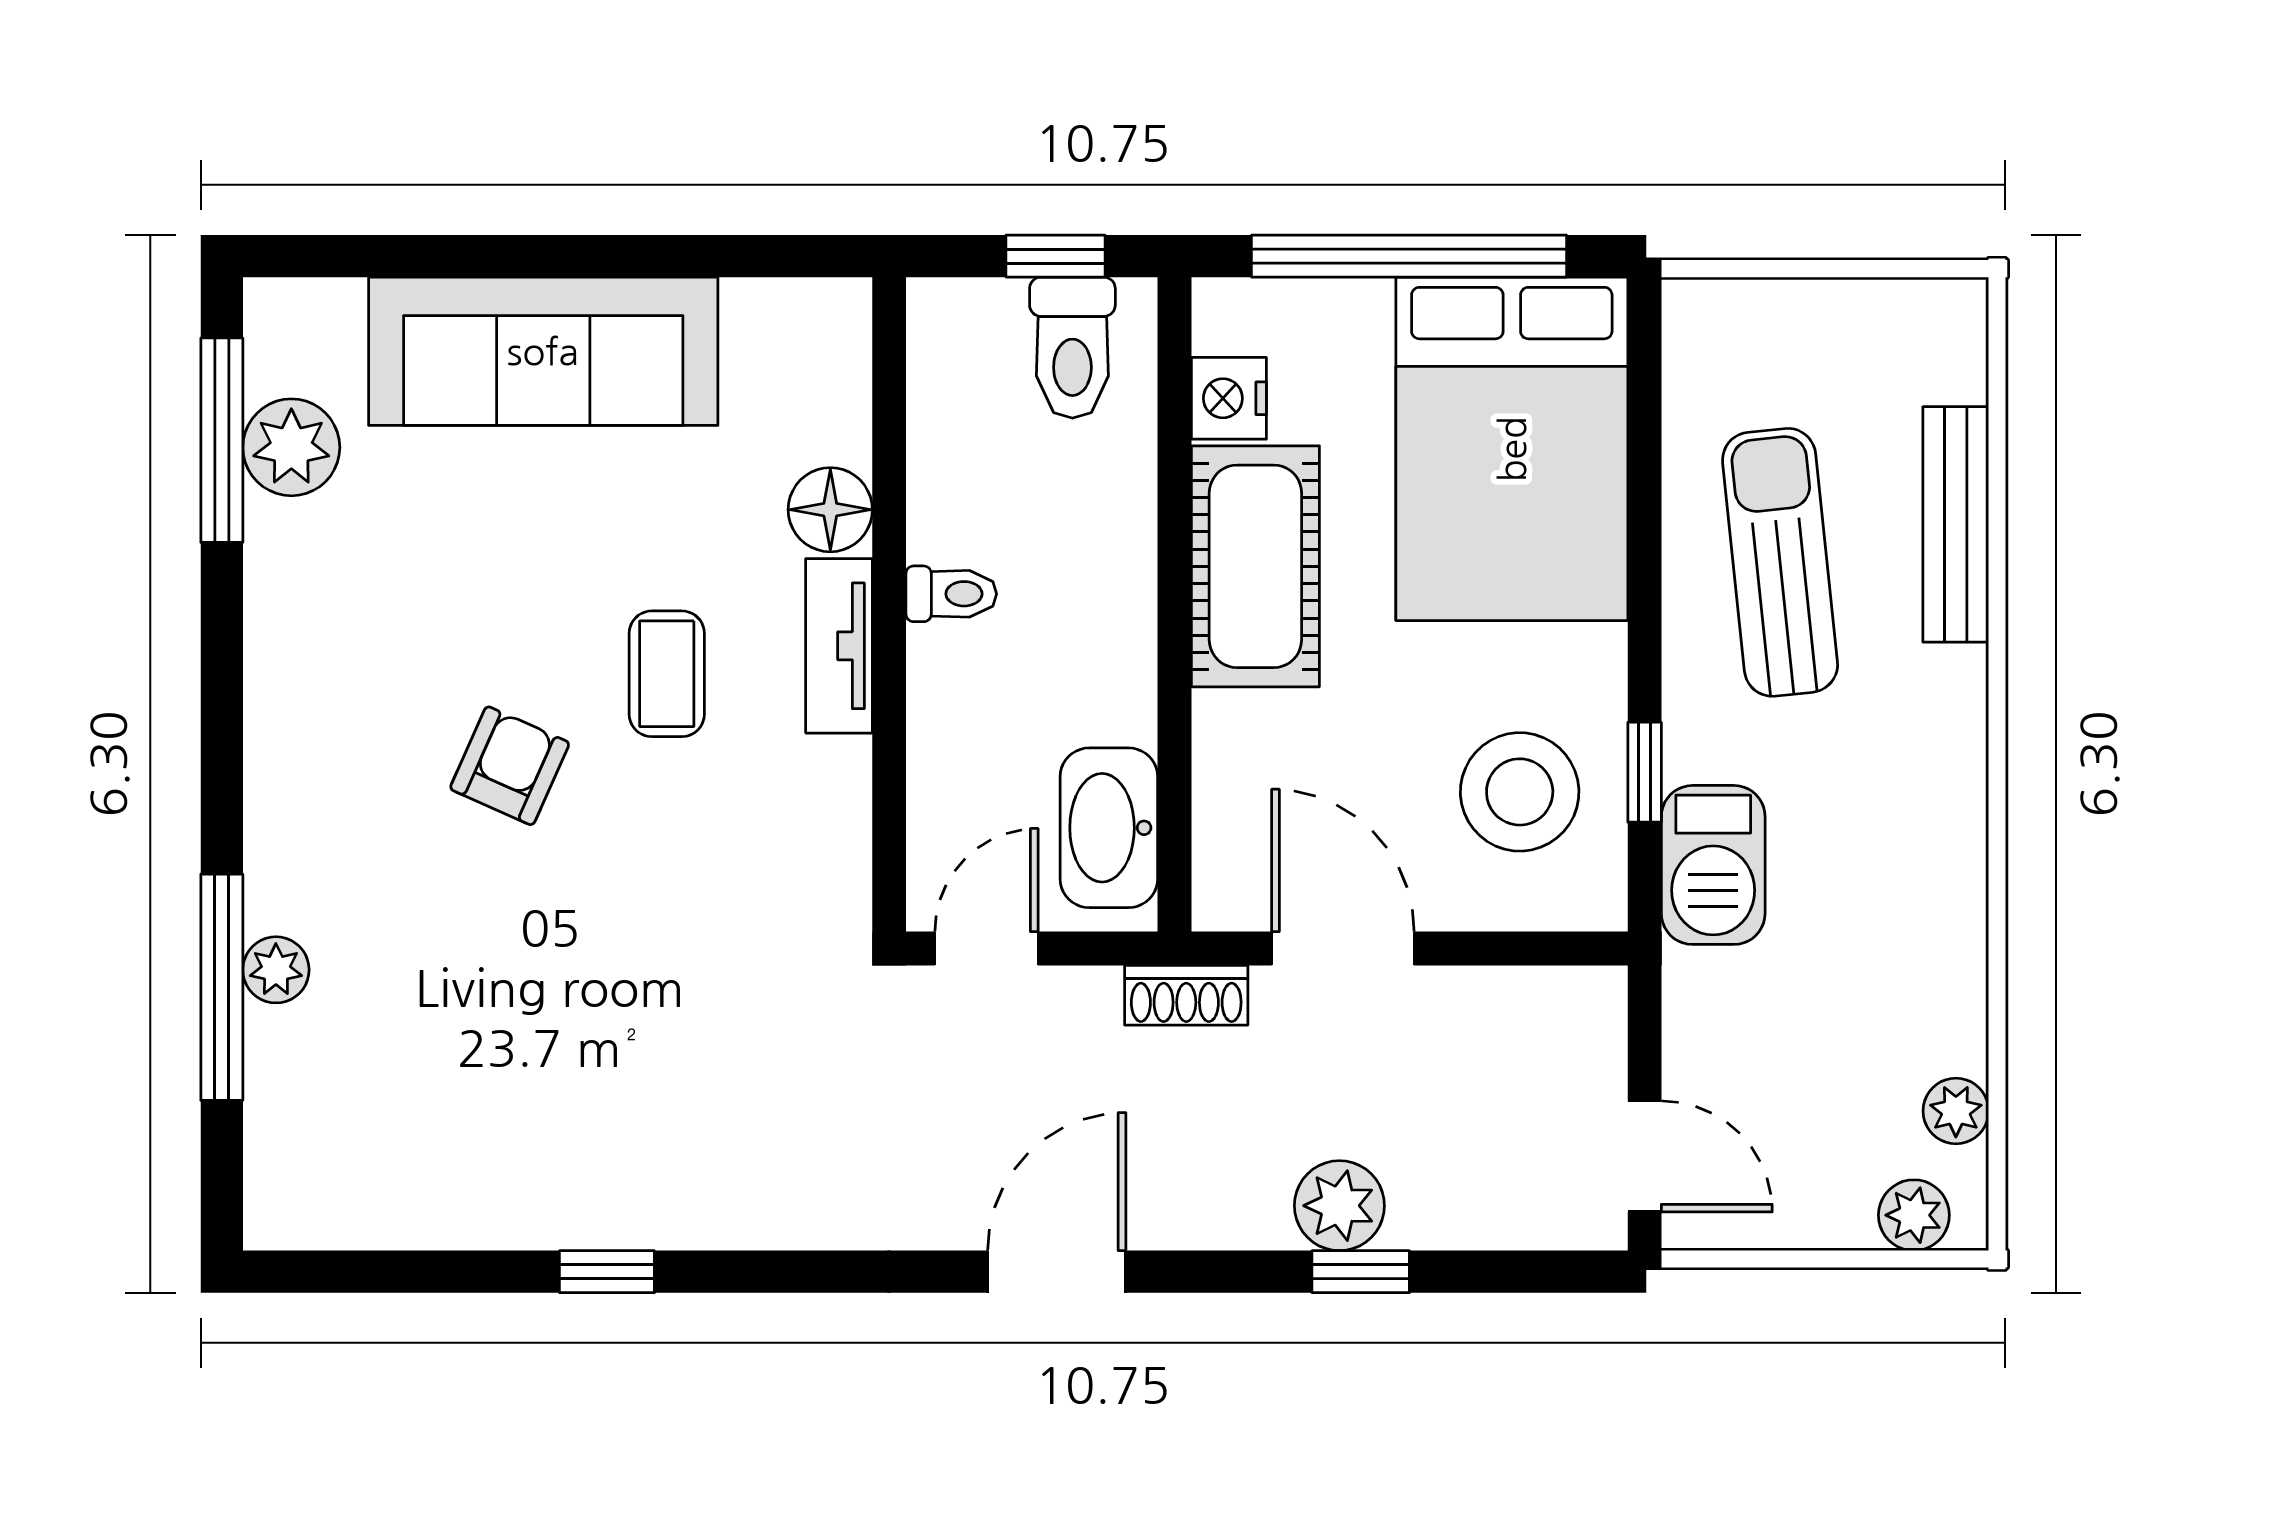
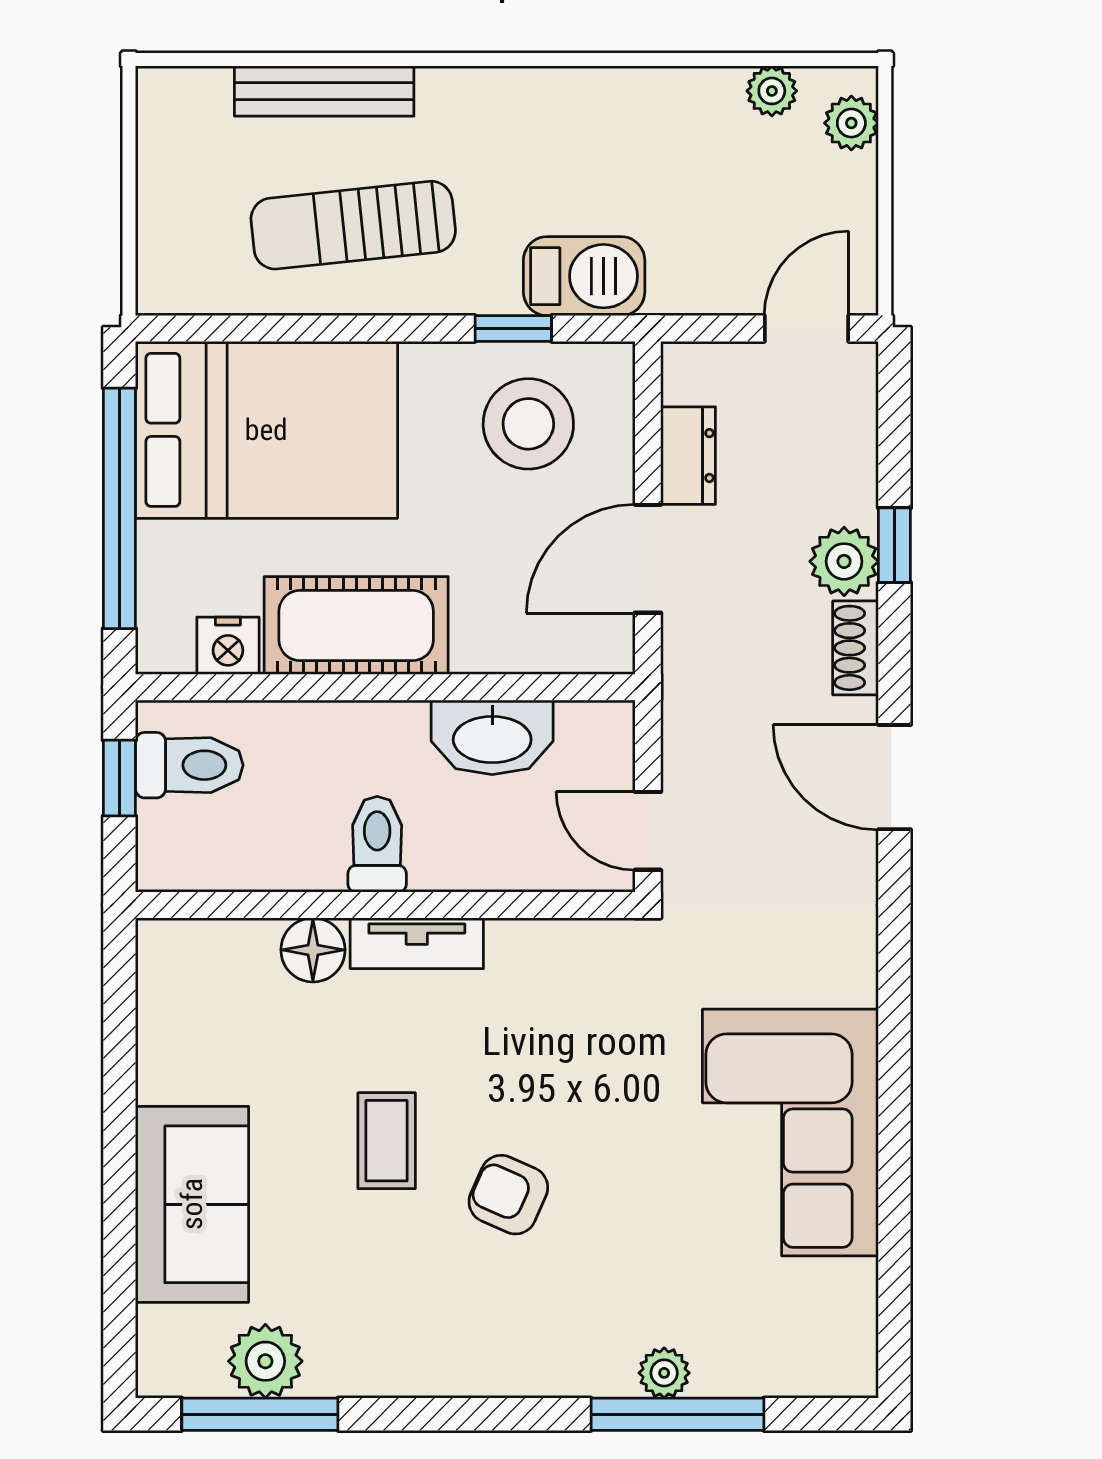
sofa: (543, 351) -> (192, 1204), width x0.73
toilet: (951, 594) -> (377, 844), width x1.37, depth x1.39
coffee table: (667, 674) -> (387, 1141), moved, turned 90
washbasin: (1109, 828) -> (492, 737), moved
shoe rack: (1186, 995) -> (856, 648), moved, turned 180
dresser: (1478, 1001) -> (688, 456), added
corner sofa: (591, 1135) -> (790, 1132), added
window: (607, 1272) -> (894, 1120), removed

